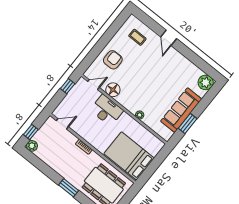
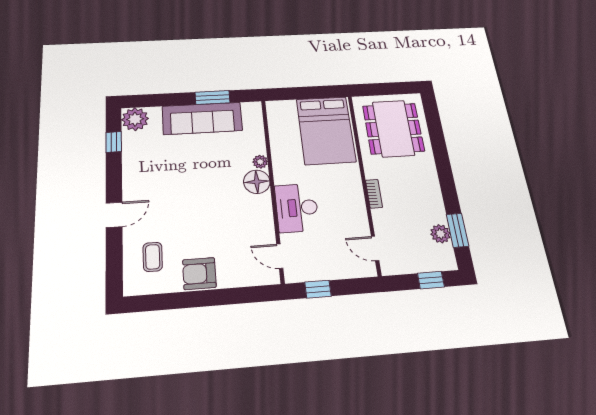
armchair: (113, 60) -> (199, 274), moved
window: (202, 65) -> (114, 142), added
floor lamp: (113, 90) -> (257, 182), moved
plant: (32, 146) -> (440, 234), moved
window: (69, 188) -> (457, 230), moved

